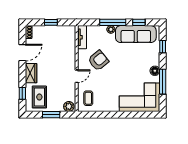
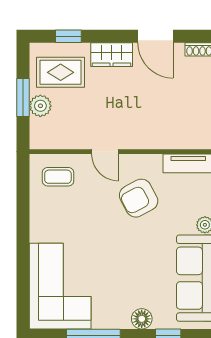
armchair: (98, 60) -> (139, 198), turned 101
floor lamp: (155, 71) -> (142, 319), moved
plant: (69, 106) -> (40, 106), moved

